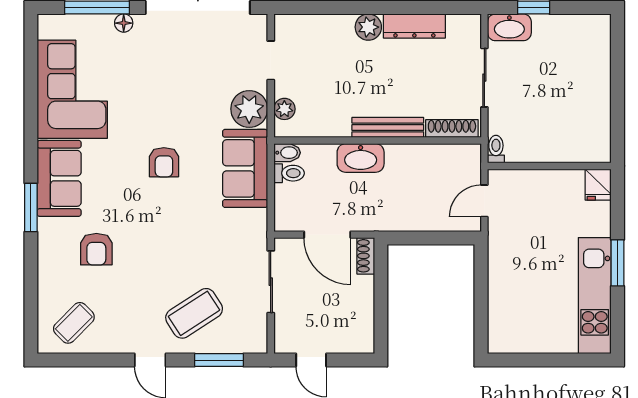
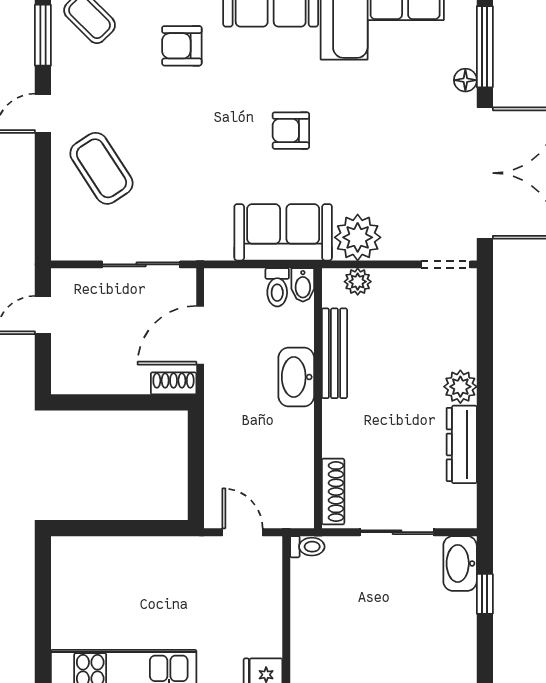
doorway: (271, 60) -> (446, 264), moved
bench: (388, 127) -> (334, 353), moved
window: (219, 360) -> (43, 35), moved

